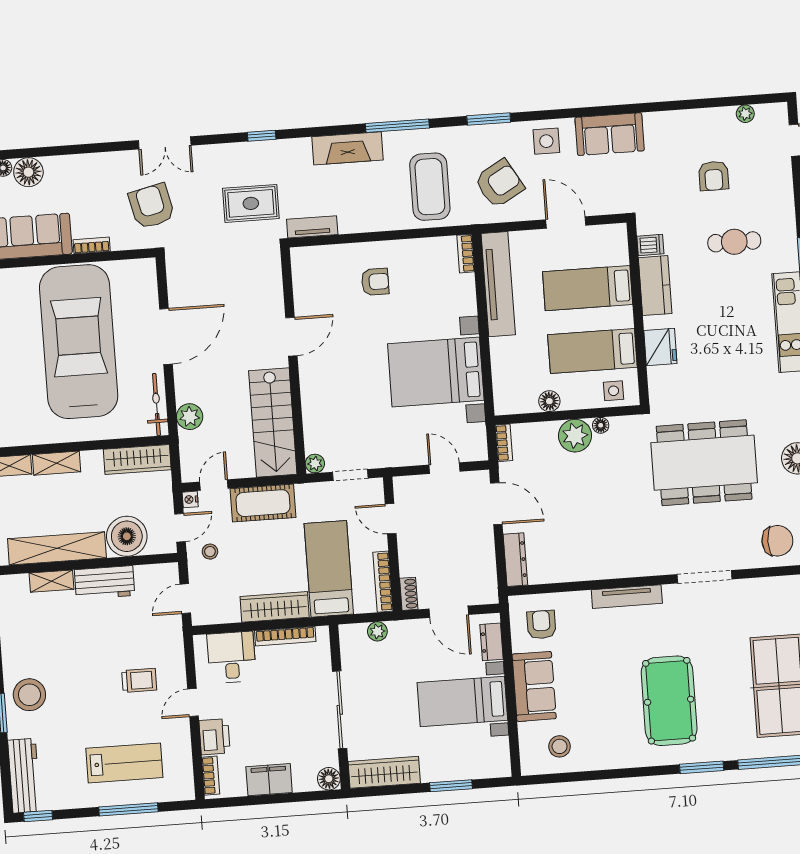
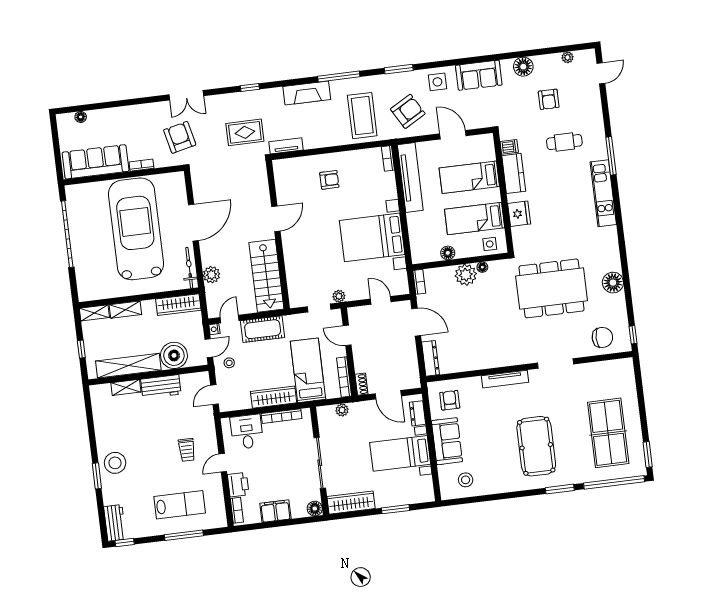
floor lamp: (28, 172) -> (523, 67), moved
plant: (315, 464) -> (339, 296), moved
trolley: (139, 680) -> (187, 450), turned 90
workbench: (24, 776) -> (115, 523), width x0.73

